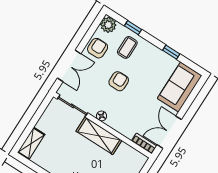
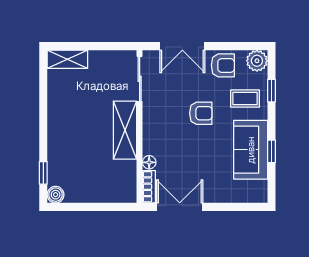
sofa: (180, 87) -> (251, 150), moved, turned -90
floor lamp: (101, 116) -> (149, 162), moved

